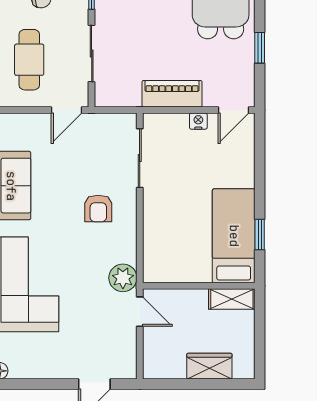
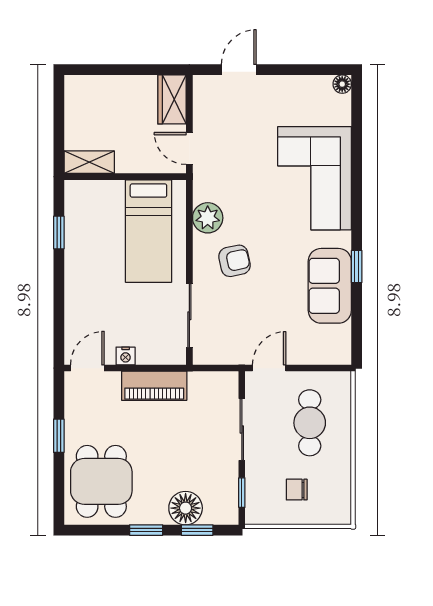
armchair: (98, 208) -> (235, 261), turned 78
bed: (234, 236) -> (148, 231), moved
plant: (123, 278) -> (208, 218), moved
wardrobe: (209, 366) -> (172, 99), moved, turned 90

